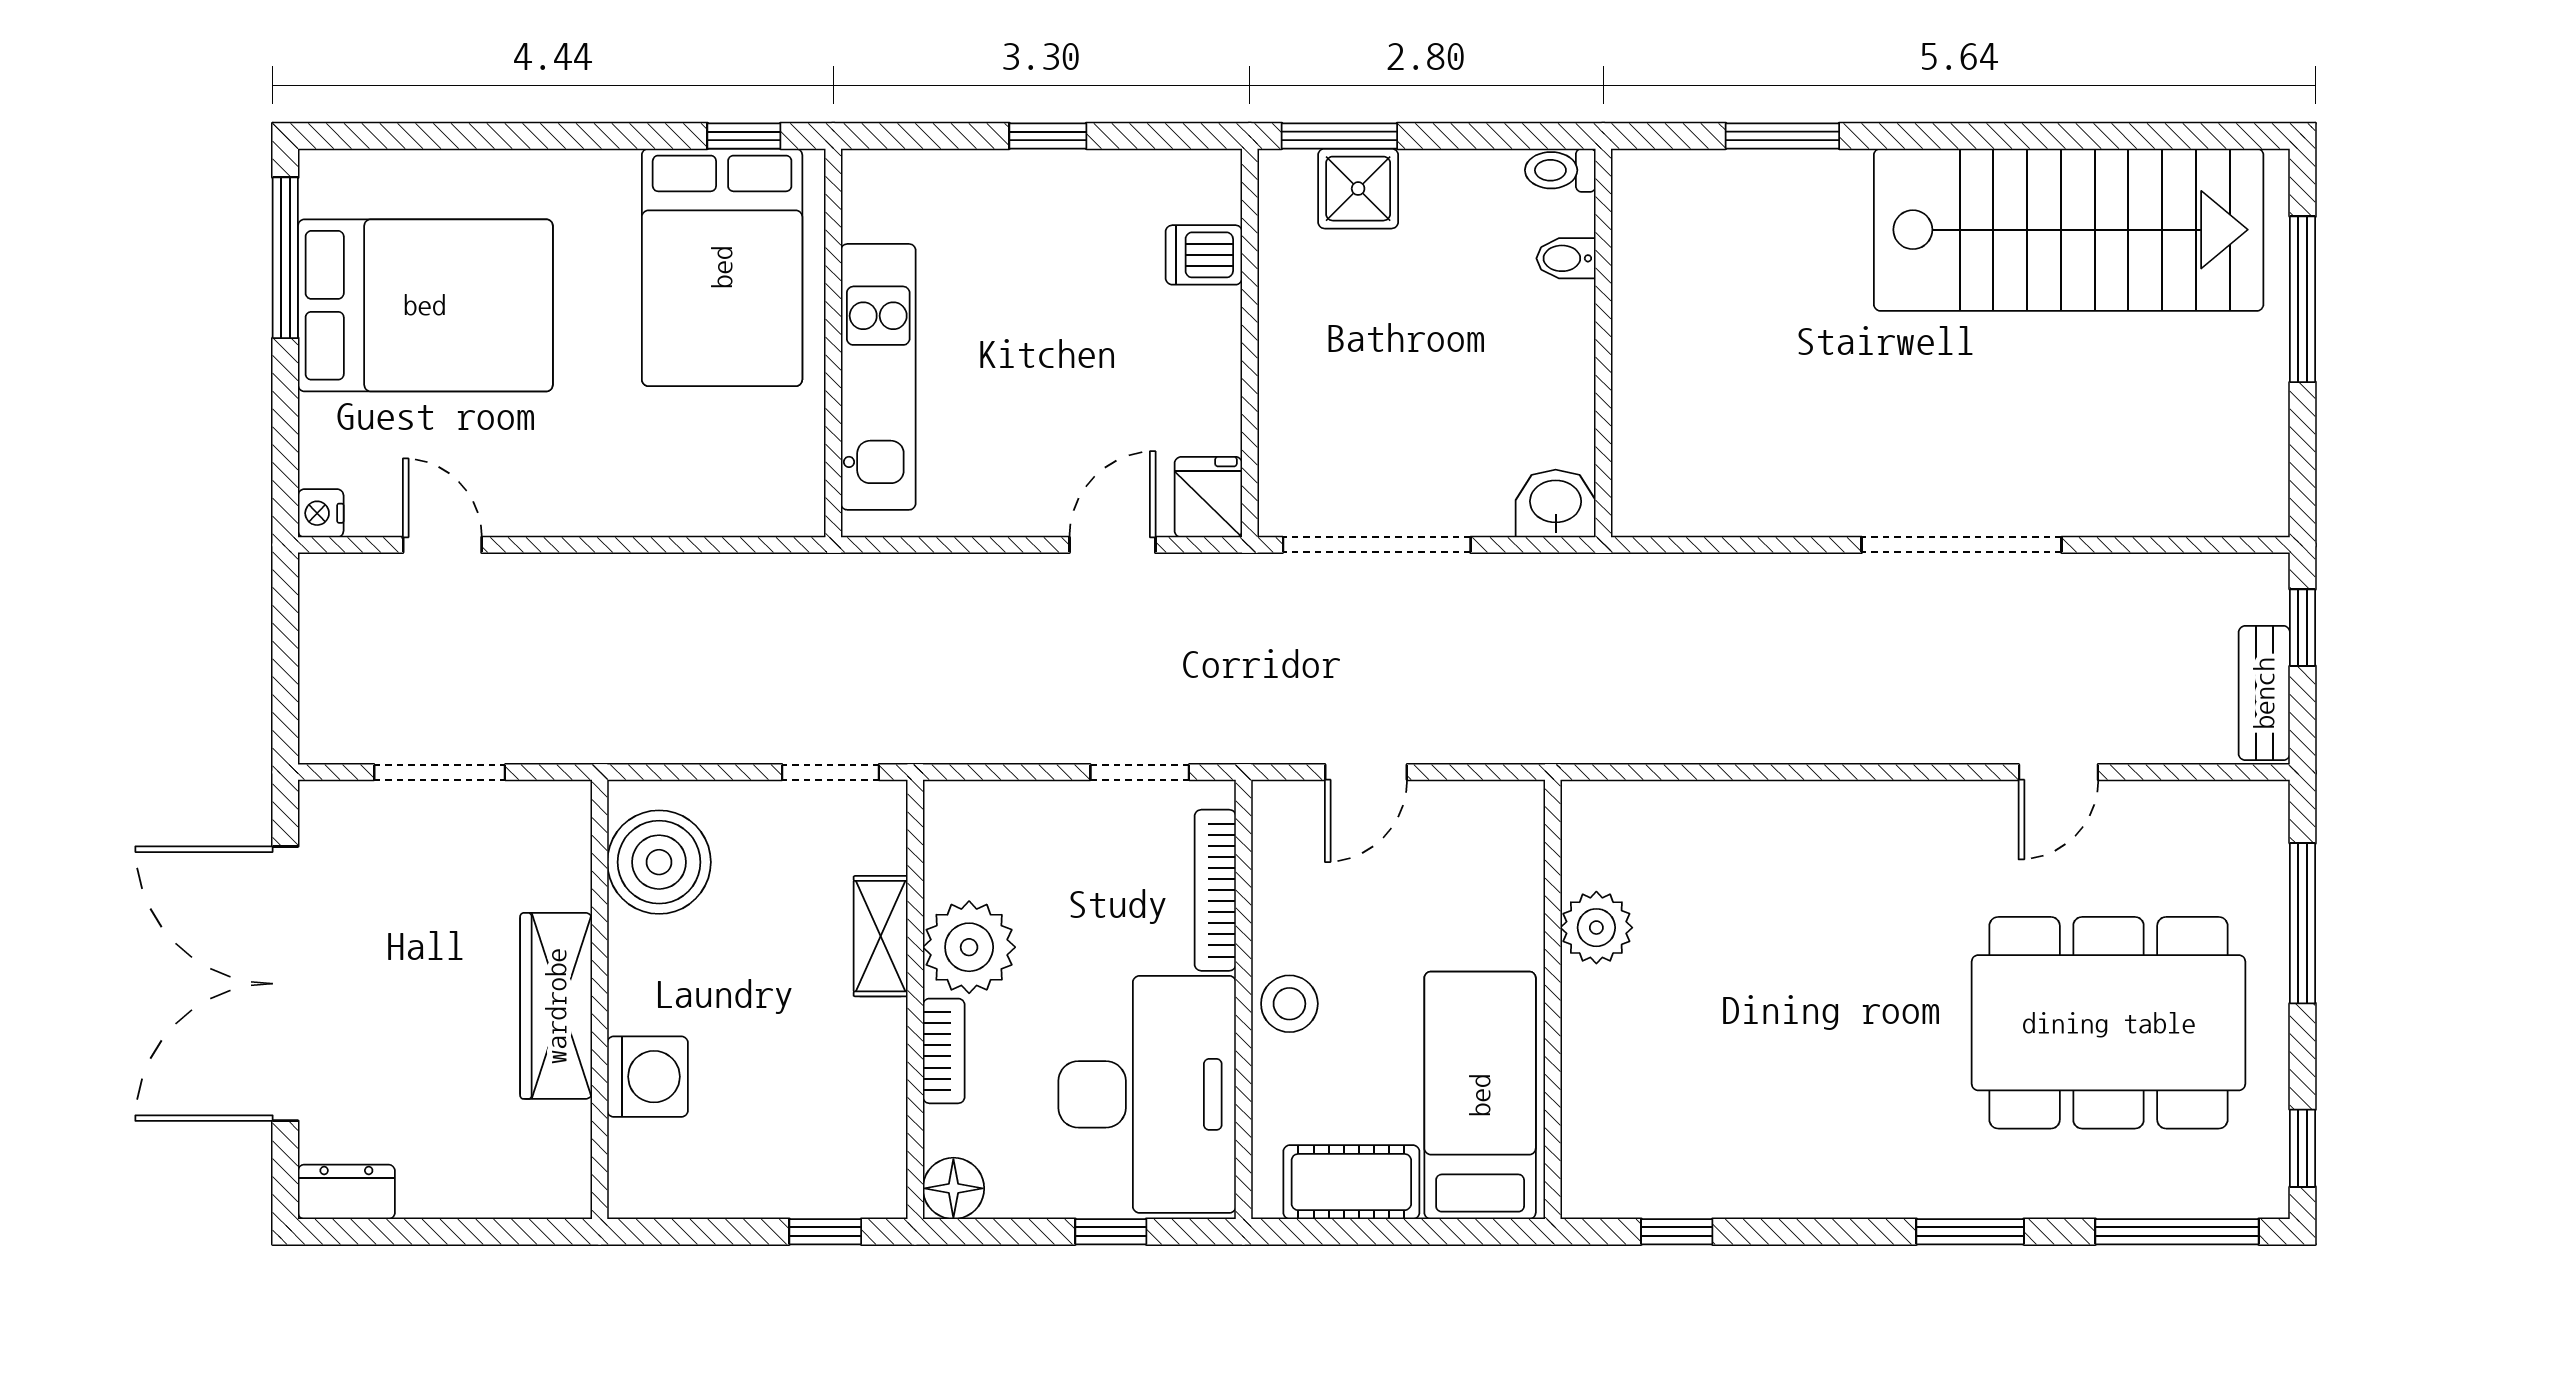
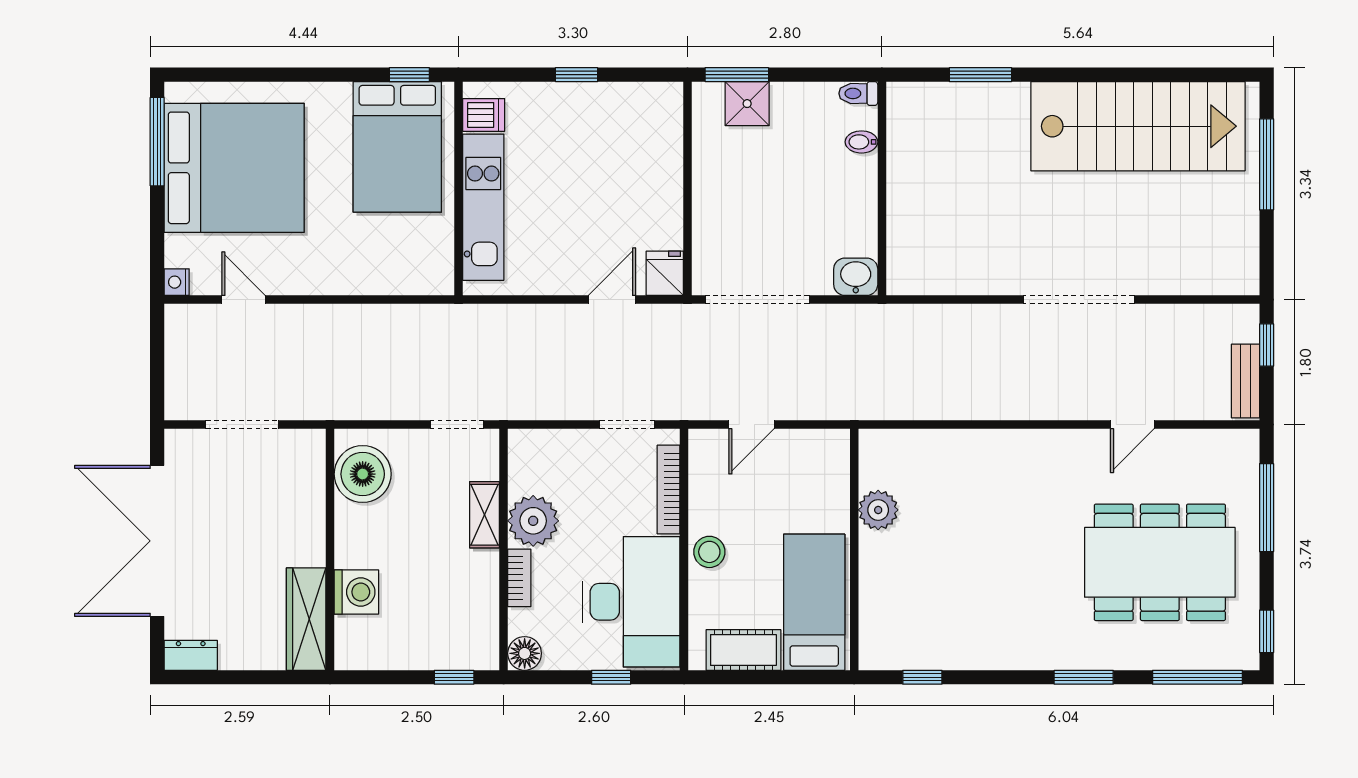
dishwasher: (1204, 255) -> (484, 115), moved, turned 180
bed: (425, 305) -> (234, 168), width x1.36
wardrobe: (556, 1006) -> (306, 619), moved

